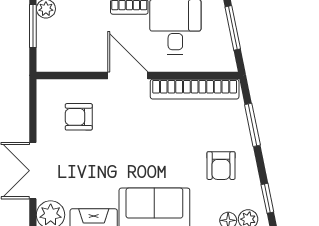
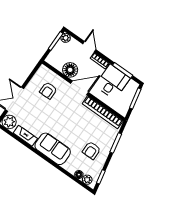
floor lamp: (91, 57) -> (70, 70), added
door: (128, 75) -> (80, 88), hinge flipped
armchair: (79, 117) -> (48, 91), turned -90

